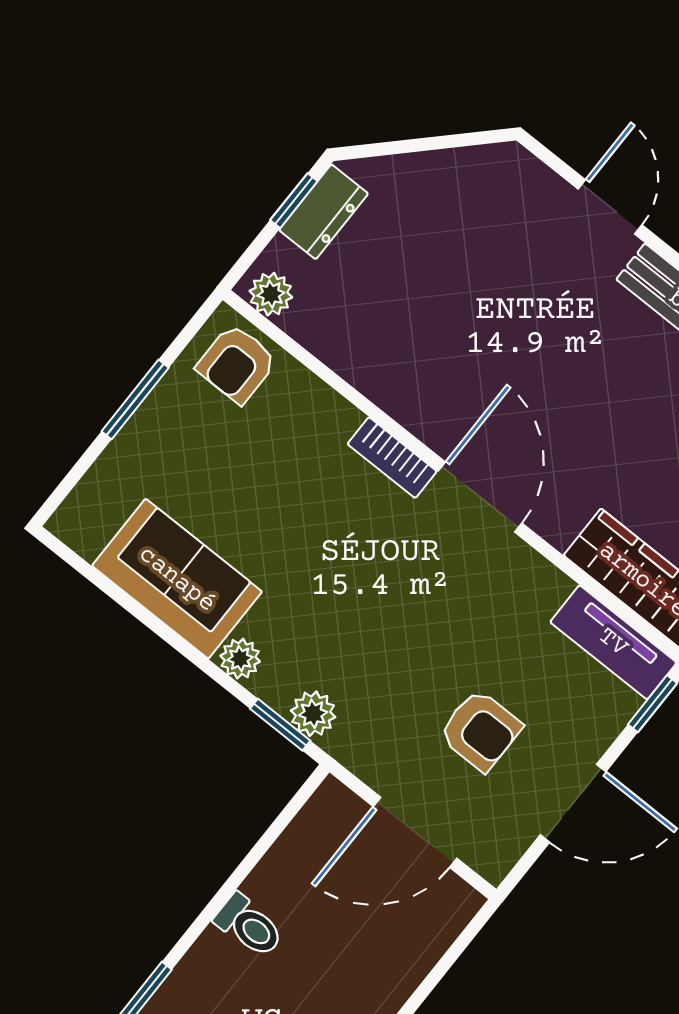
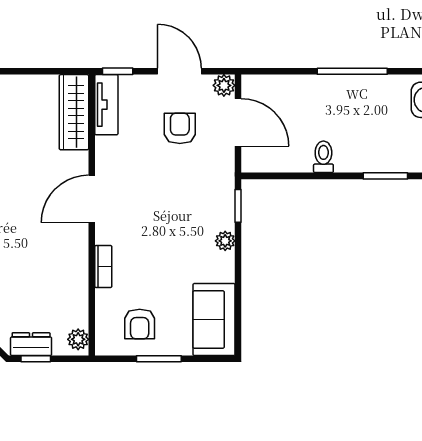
armchair: (237, 364) -> (140, 324), moved, turned 90
bookcase: (392, 458) -> (103, 266), moved
sofa: (177, 579) -> (214, 320), moved
plant: (313, 714) -> (224, 85), moved

